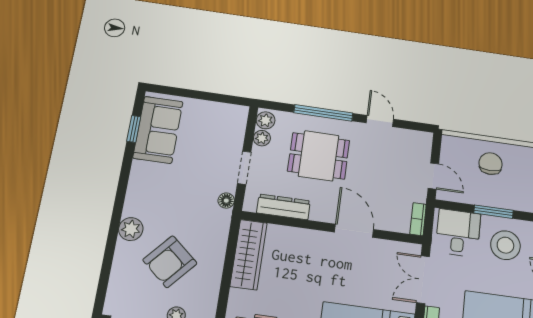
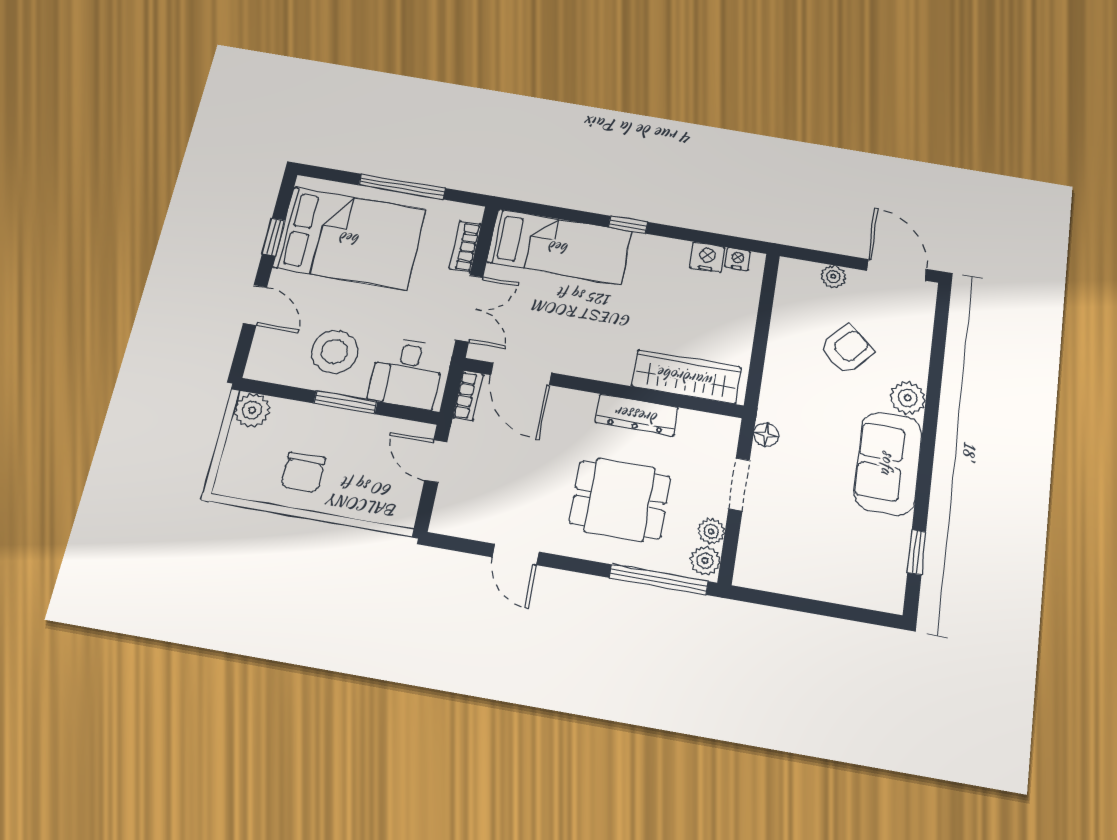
window: (323, 113) -> (659, 580), moved
sofa: (158, 130) -> (888, 463), moved
chair: (491, 164) -> (303, 472), moved
dresser: (283, 207) -> (637, 415), moved
door: (354, 231) -> (521, 374), moved
wardrobe: (249, 255) -> (686, 377), moved, turned 90
armchair: (170, 262) -> (847, 349), width x0.72, depth x0.72

